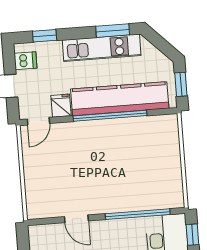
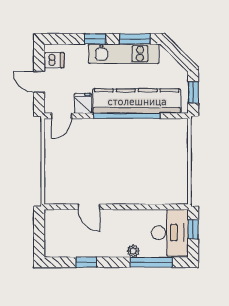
window: (45, 36) -> (95, 39), moved
window: (138, 214) -> (145, 207), removed

